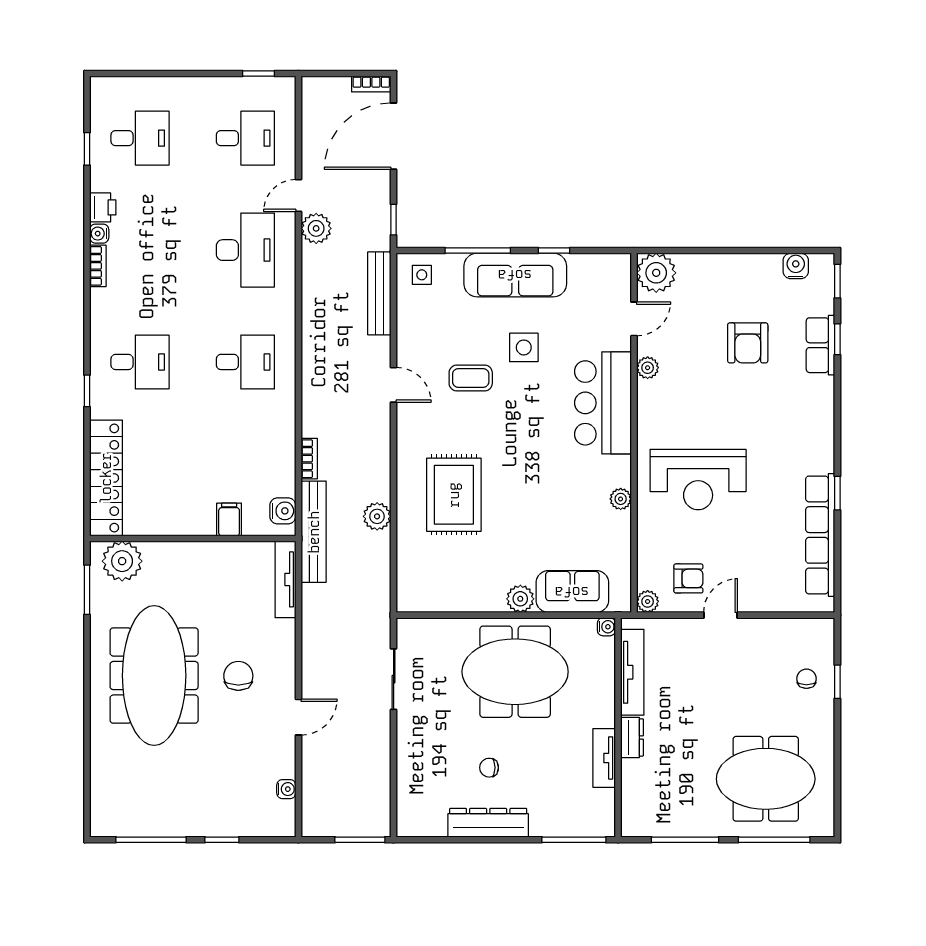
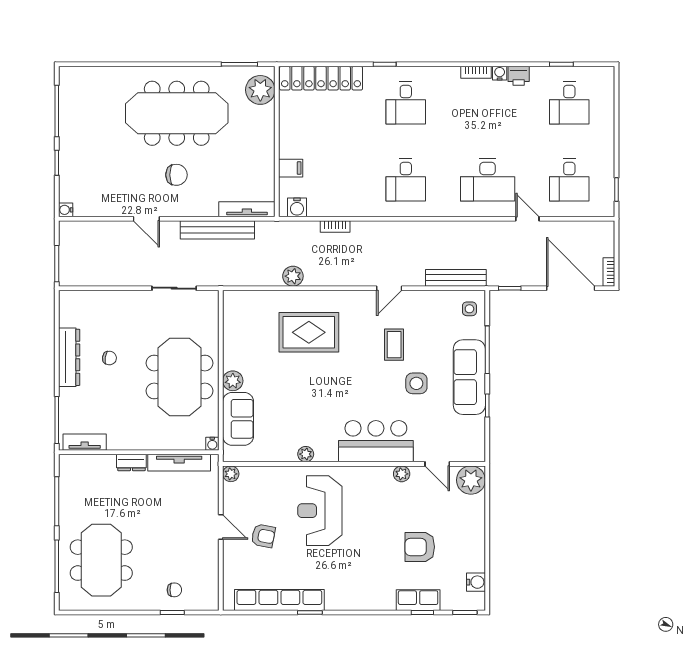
plant: (316, 228) -> (503, 232), removed
bench: (314, 532) -> (217, 230), moved
armchair: (688, 578) -> (263, 536), moved, turned -79
tv unit: (604, 758) -> (85, 442), moved
chair: (489, 768) -> (109, 358), turned 98
water cooler: (286, 789) -> (66, 210), moved, turned 90

